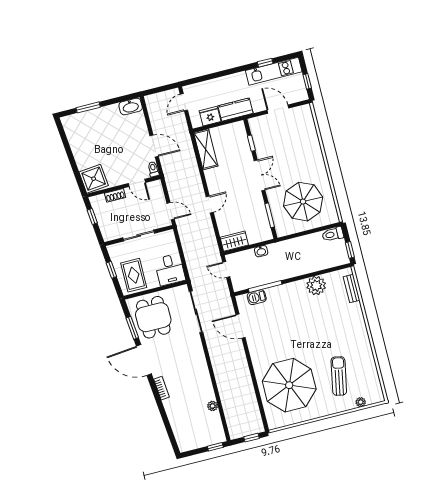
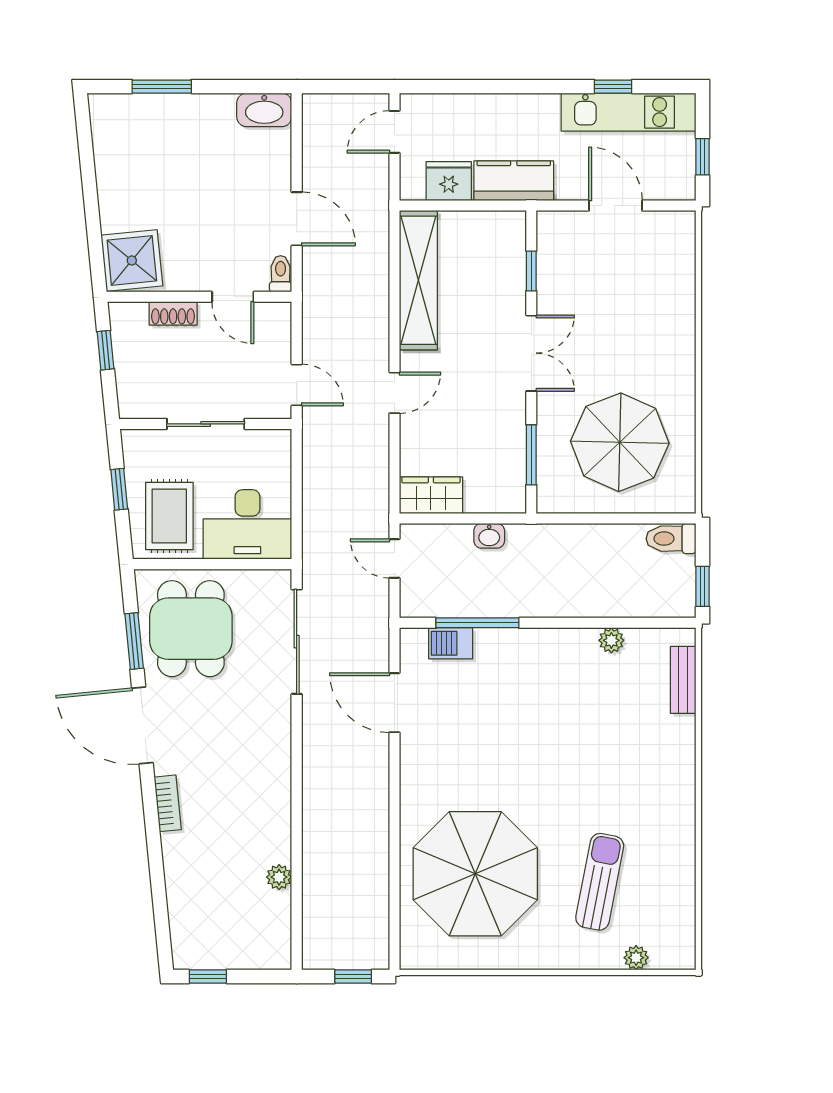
shelving: (206, 149) -> (418, 280), width x1.47
desk: (170, 270) -> (247, 524), width x1.37
plant: (316, 286) -> (611, 640), width x0.53, depth x0.53
window: (215, 447) -> (208, 977), moved

